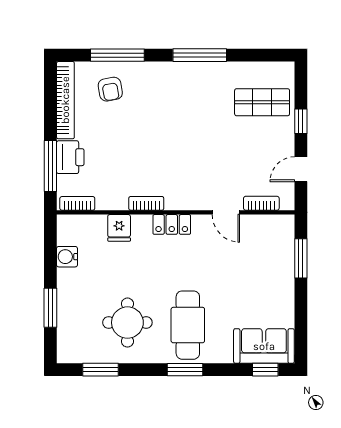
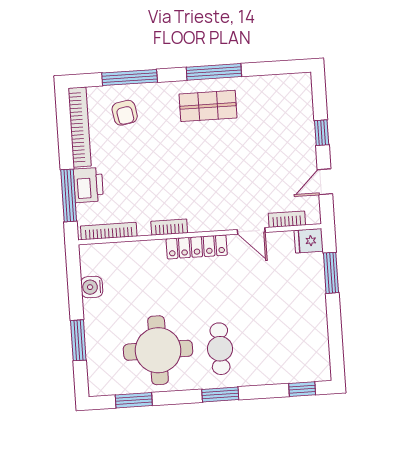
shop shelf: (262, 102) -> (208, 106), moved
bookcase: (77, 203) -> (109, 231), width x1.56
locker: (172, 224) -> (197, 247), width x1.53
fridge: (119, 228) -> (309, 241), moved, turned 90
round table: (127, 323) -> (158, 350), width x1.36, depth x1.36
cafe table: (188, 325) -> (220, 349), width x0.73, depth x0.74
sofa: (264, 346) -> (299, 365), removed

